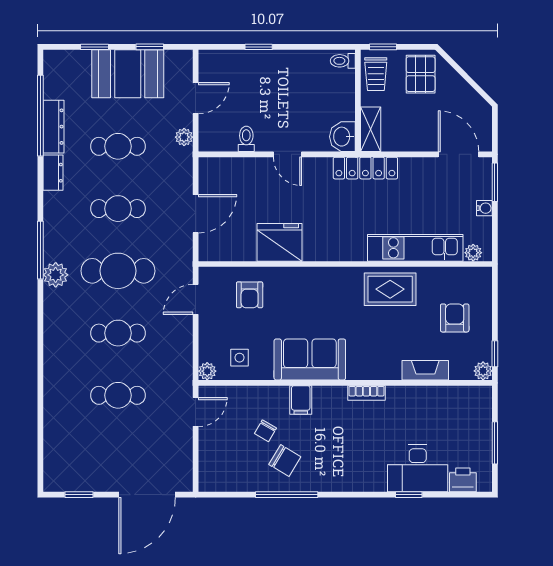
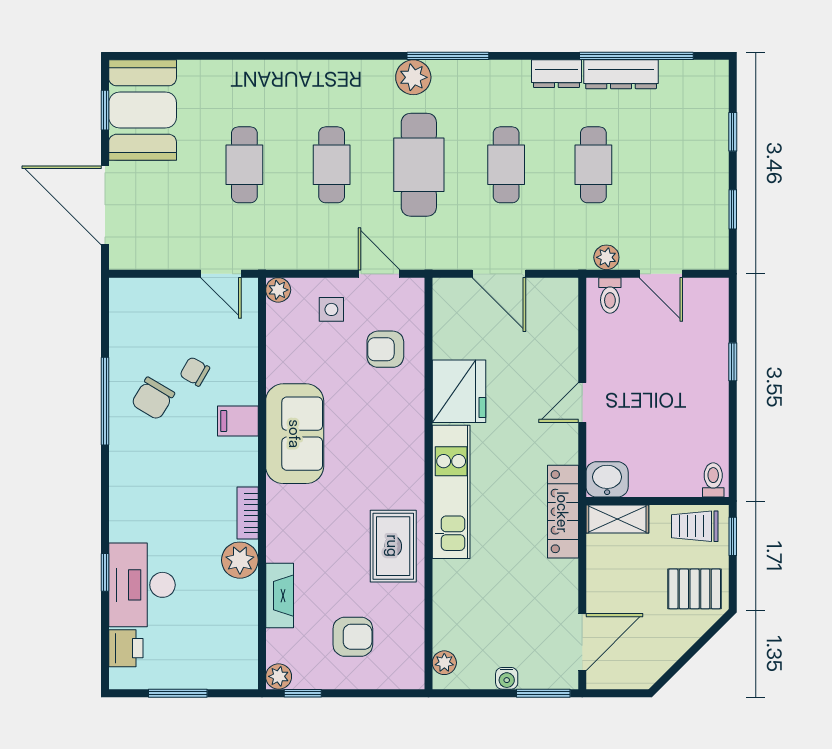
booth: (128, 74) -> (143, 110), moved
toilet: (246, 139) -> (610, 295), moved, turned 90
kitchen unit: (415, 248) -> (451, 492), moved
side table: (240, 358) -> (331, 309), moved
plant: (400, 399) -> (240, 560), added

